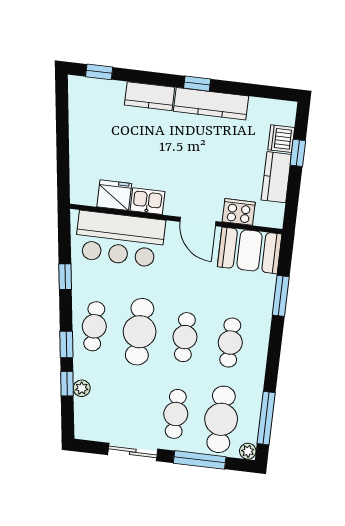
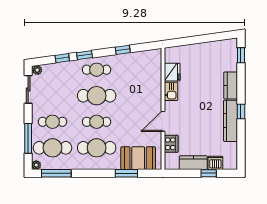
bar counter: (120, 239) -> (148, 78), removed
booth: (250, 250) -> (138, 158), moved, turned 90
cafe table: (230, 343) -> (97, 148), width x1.37, depth x1.35
plant: (82, 388) -> (37, 70), moved
sliding door: (133, 452) -> (28, 89), moved

